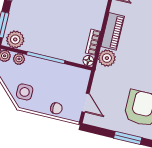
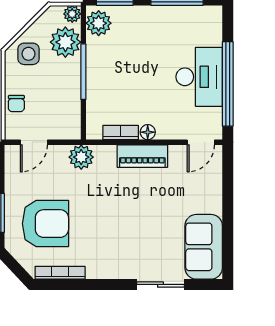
plant: (107, 58) -> (81, 157), moved
plant: (19, 59) -> (65, 42), width x1.88, depth x1.88
floor lamp: (88, 61) -> (148, 132), moved

